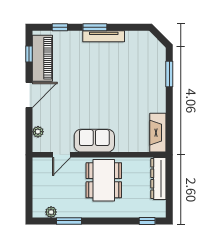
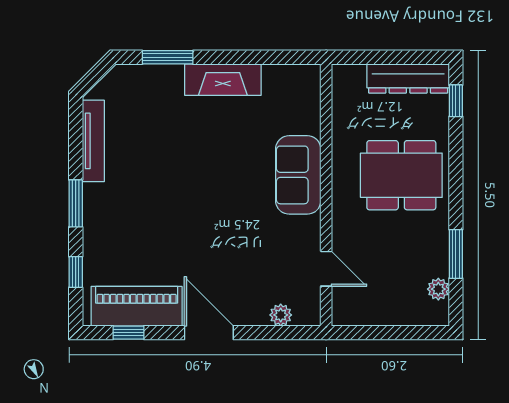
tv unit: (104, 36) -> (93, 141), moved
fireplace: (158, 133) -> (223, 80), moved
sofa: (94, 141) -> (298, 175), moved
dresser: (158, 179) -> (408, 79), moved
dining table: (104, 180) -> (401, 175), moved

